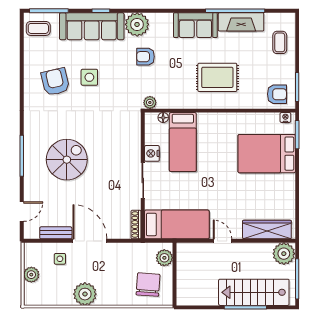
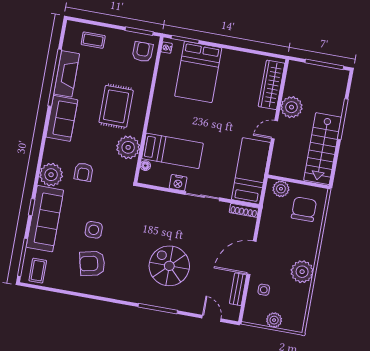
plant: (150, 102) -> (128, 147), moved, width x1.88, depth x1.88
plant: (284, 254) -> (291, 107), moved
chair: (148, 285) -> (304, 209), turned 86
stairs: (254, 292) -> (322, 149), moved

